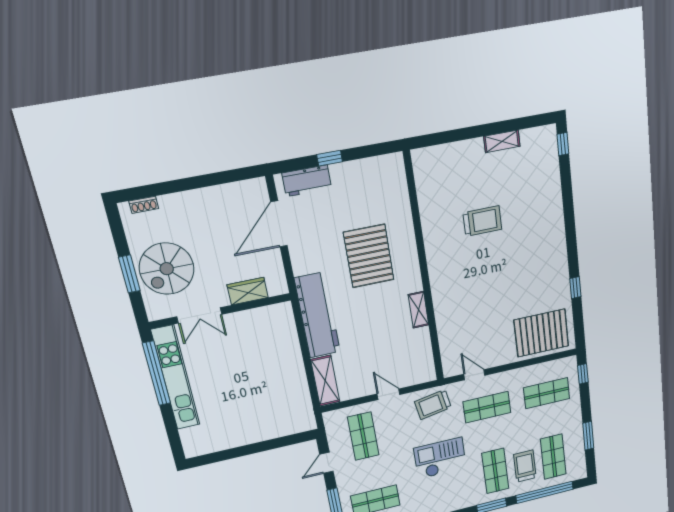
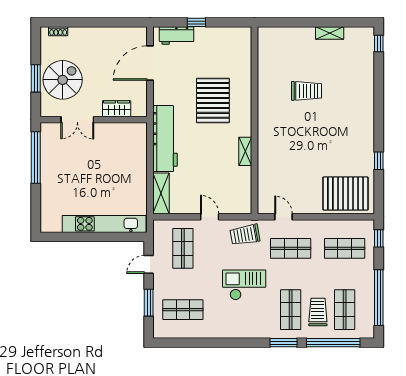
spiral stairs: (167, 269) -> (63, 80), turned 180
kitchen unit: (176, 378) -> (104, 224), moved, turned -90
window: (588, 436) -> (379, 298), width x2.11

